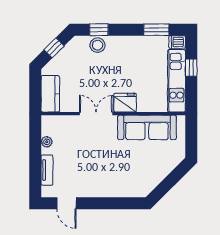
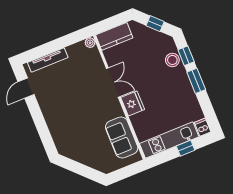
window: (156, 30) -> (196, 81), moved
sofa: (147, 127) -> (122, 138), width x0.73
plant: (47, 142) -> (90, 43), moved
tv unit: (47, 170) -> (48, 60), width x1.41

